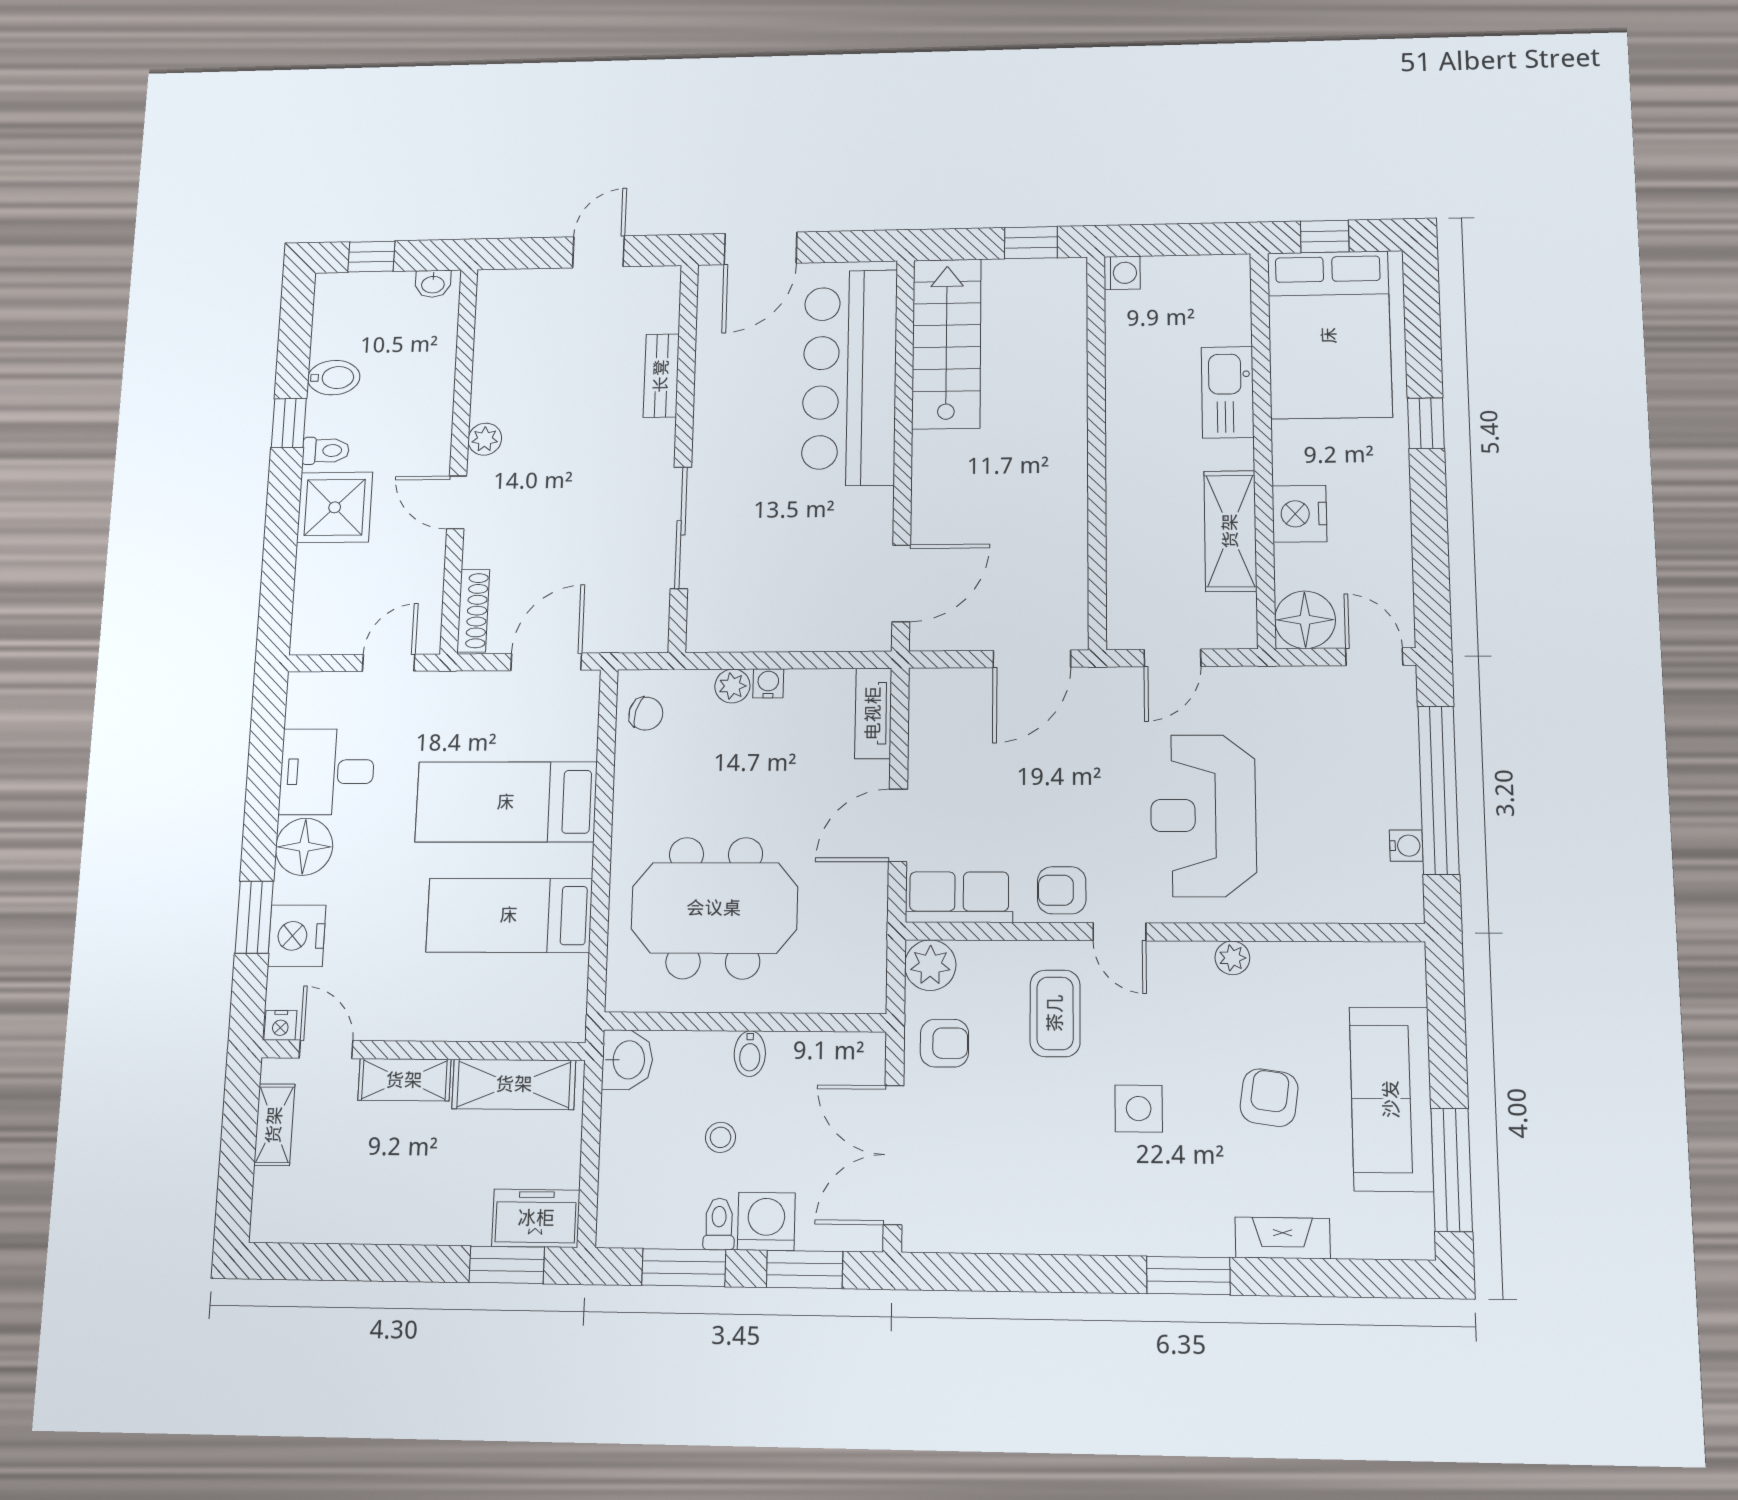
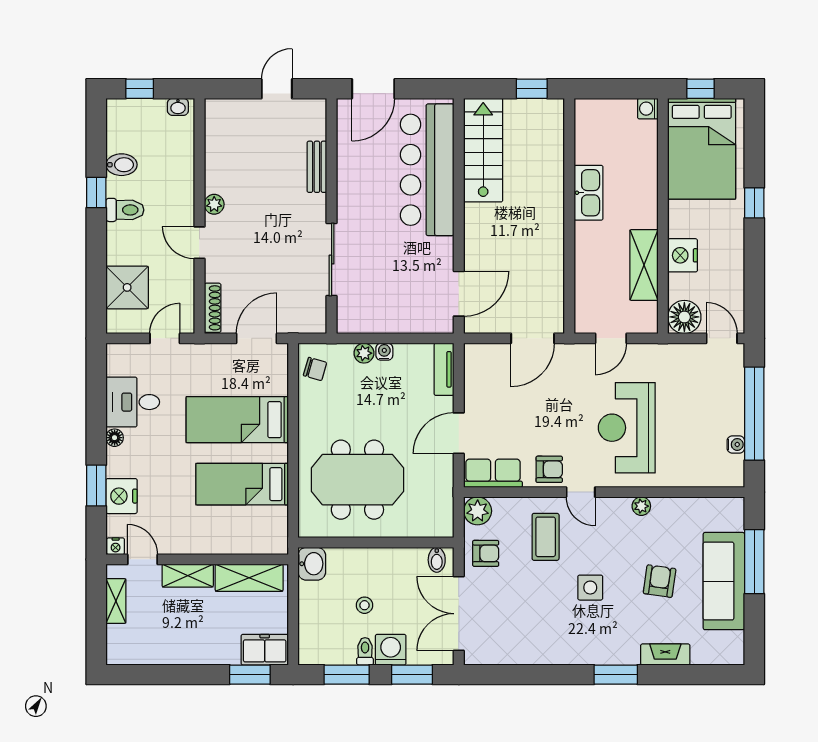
washing machine: (1122, 273) -> (648, 109), moved, turned 180
kitchen sink: (1228, 392) -> (589, 193), moved, turned 180
toilet: (326, 451) -> (125, 210), width x1.37, depth x1.39
shower: (335, 507) -> (127, 287), moved
floor lamp: (304, 847) -> (115, 438), width x0.53, depth x0.53
armchair: (1062, 890) -> (549, 469), turned 180
bidet: (750, 1054) -> (437, 560), moved
window: (1452, 1170) -> (754, 562), moved

